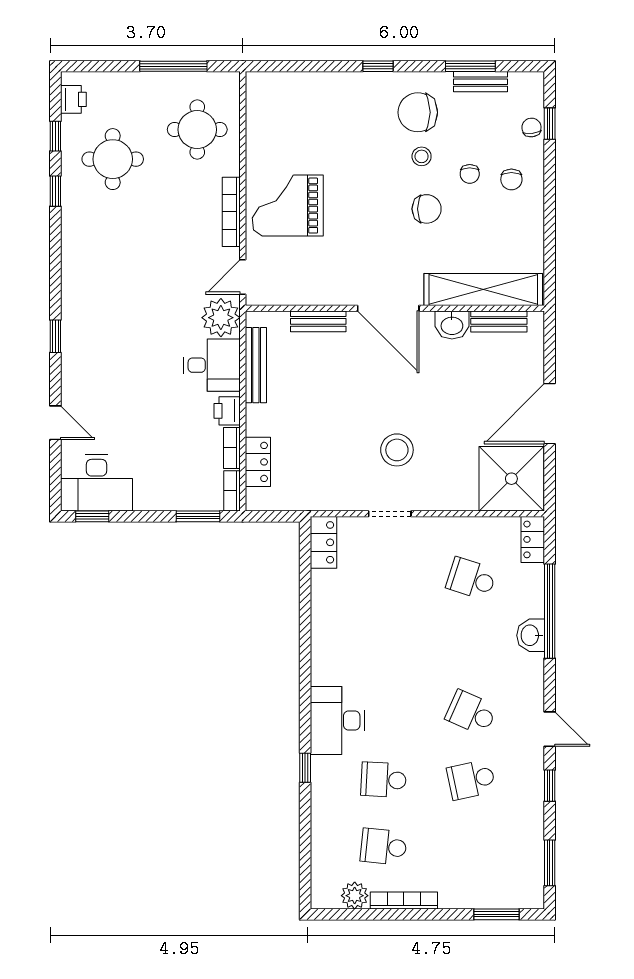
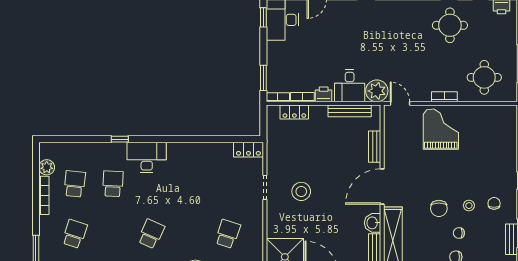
chair: (418, 112) -> (494, 203), width x0.54, depth x0.54
round table: (113, 159) -> (450, 25), moved
bookcase: (231, 212) -> (444, 97), width x0.64
school desk: (471, 780) -> (75, 234), moved, turned 30

